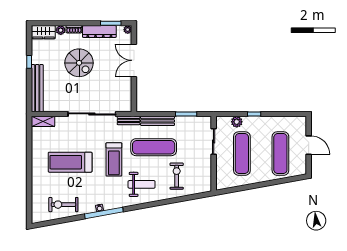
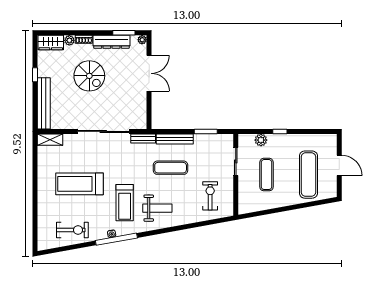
double door: (134, 60) -> (149, 73), swing flipped
exercise mat: (154, 147) -> (171, 168), width x0.73, depth x0.69
exercise mat: (242, 154) -> (267, 175), width x0.73, depth x0.69
treadmill: (114, 159) -> (125, 203), moved
exercise bike: (177, 176) -> (210, 196), moved
exercise bike: (63, 205) -> (72, 230), turned 180

